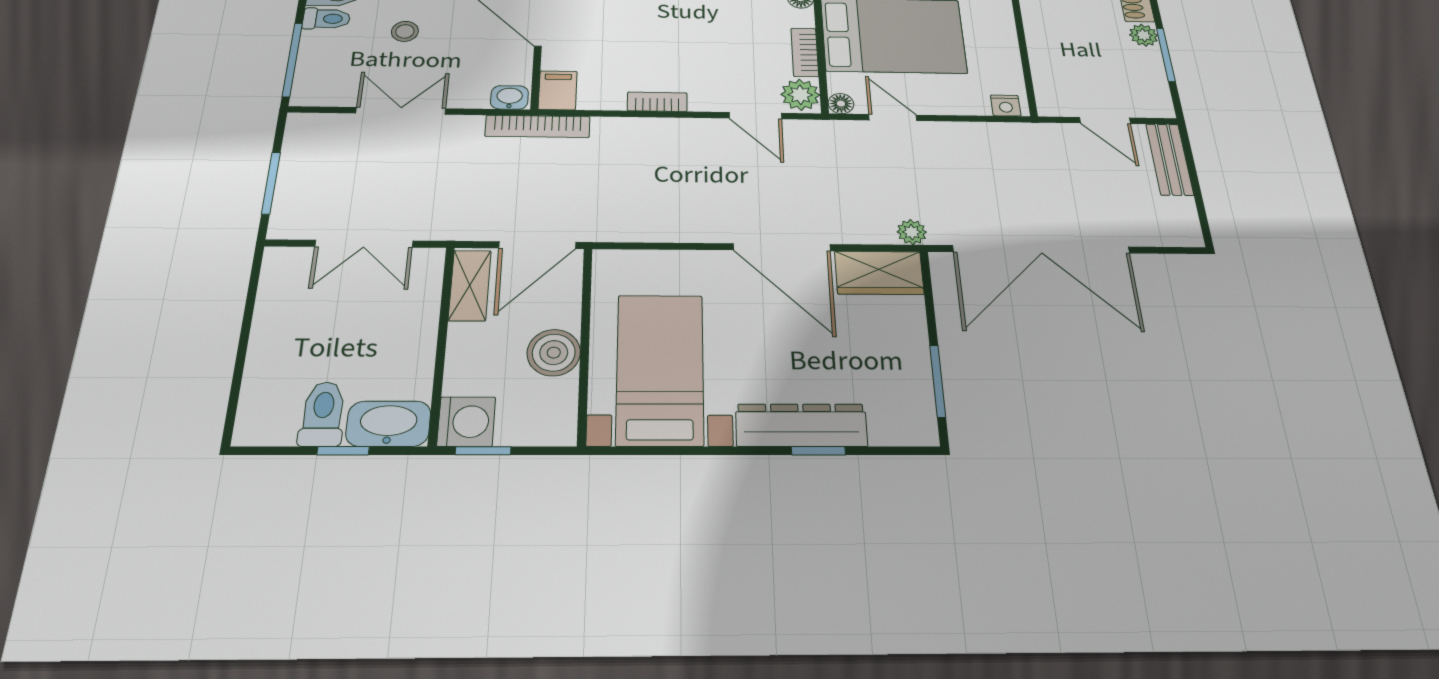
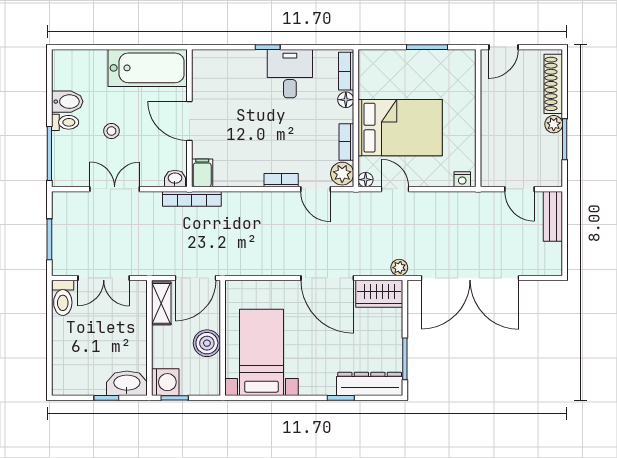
bookcase: (657, 102) -> (281, 180), moved
toilet: (323, 414) -> (63, 298), moved, turned 180
dresser: (801, 425) -> (370, 384), moved

